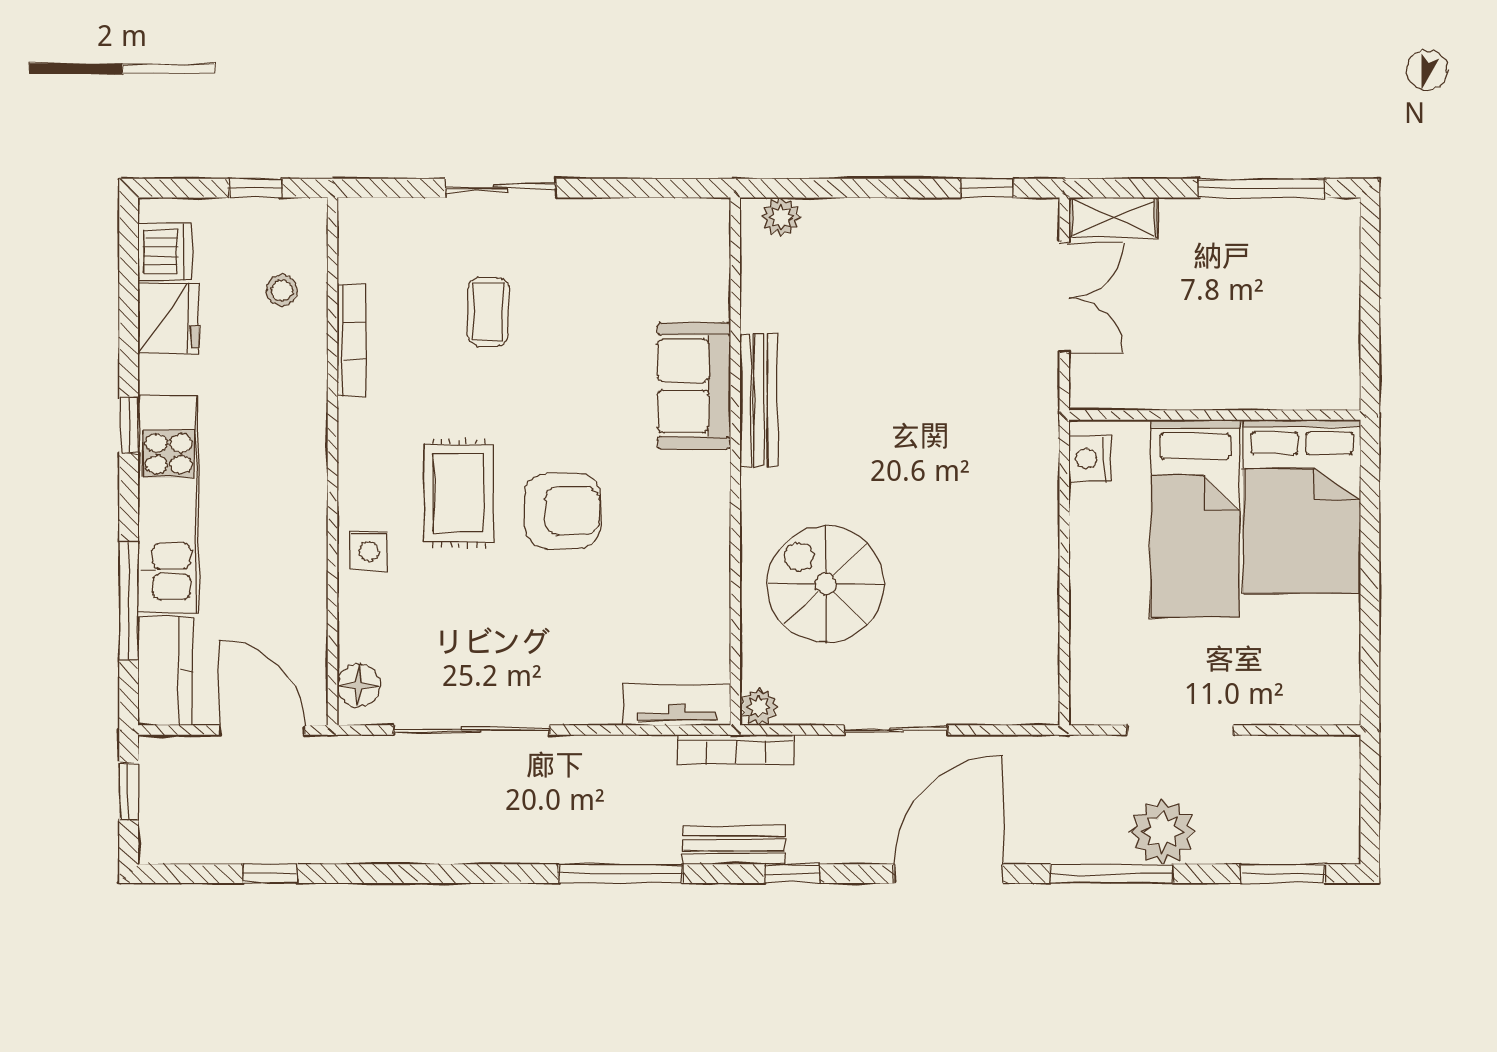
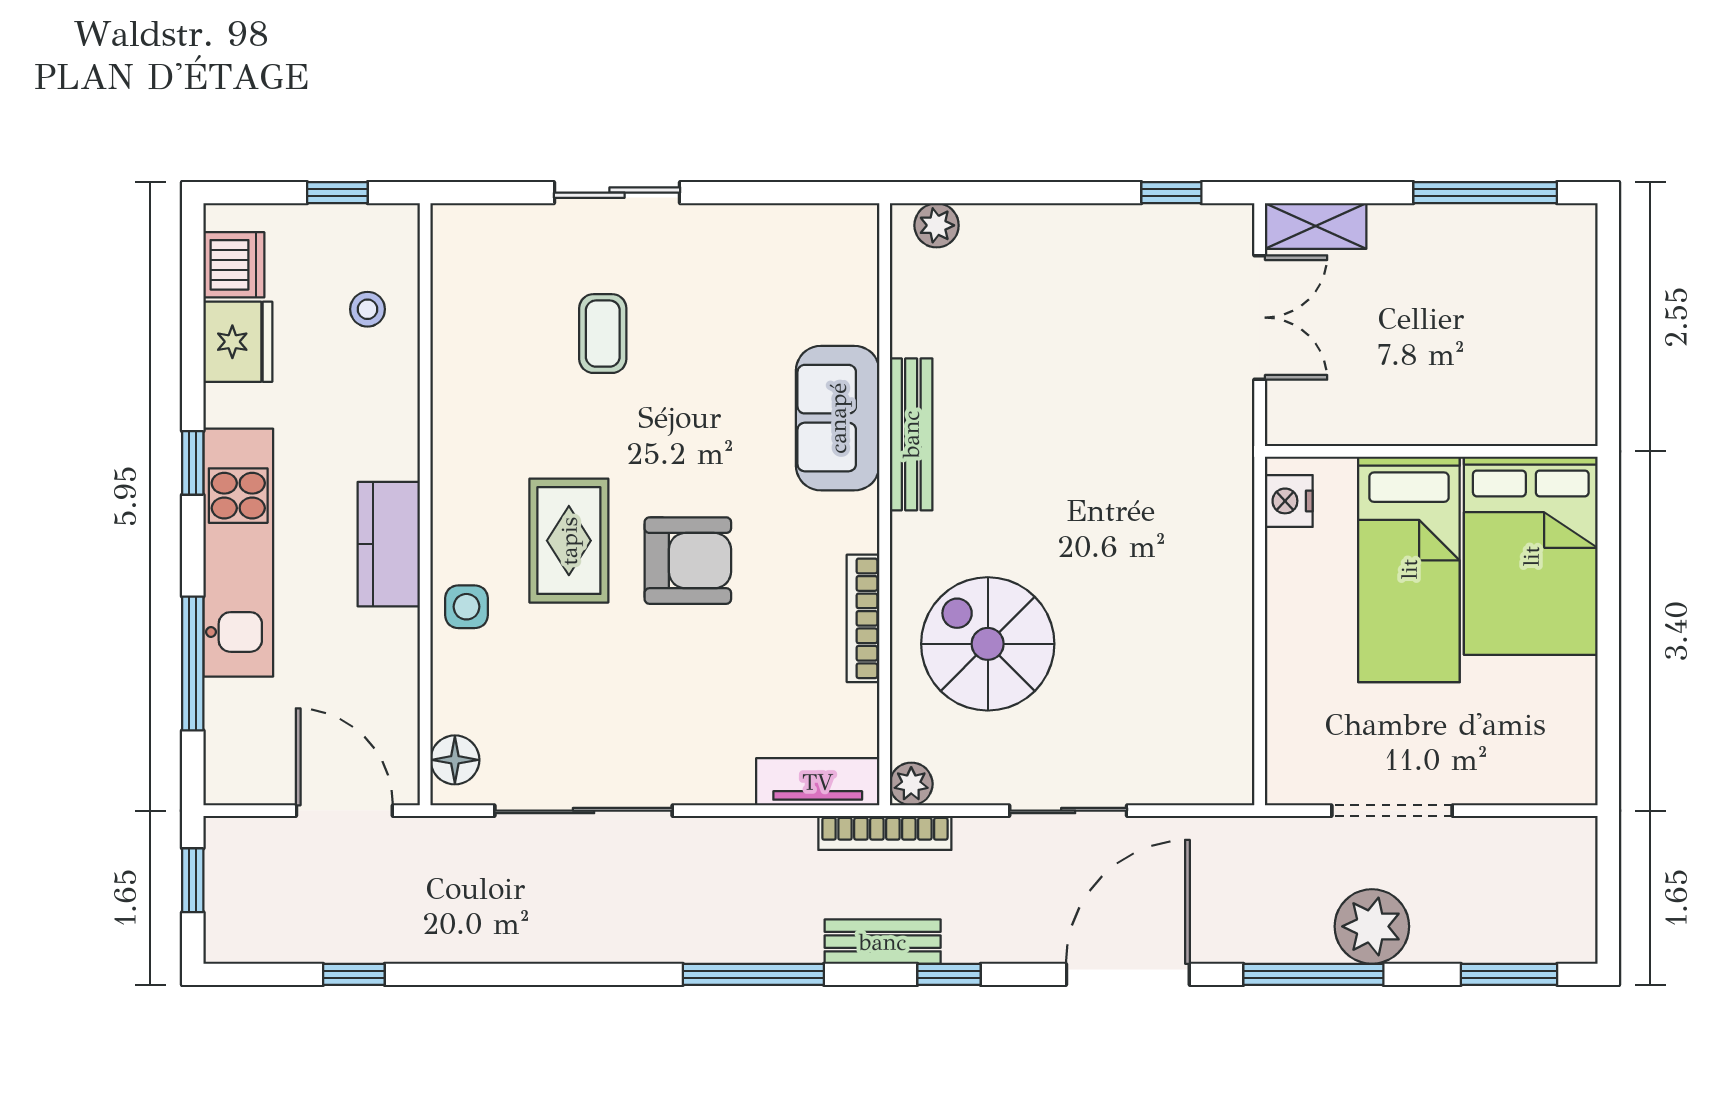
bookcase: (351, 341) -> (863, 618), moved, turned 180
kitchen counter: (165, 671) -> (389, 544), moved, turned 180

